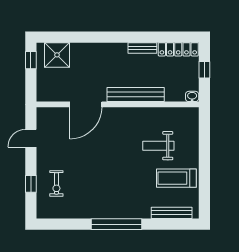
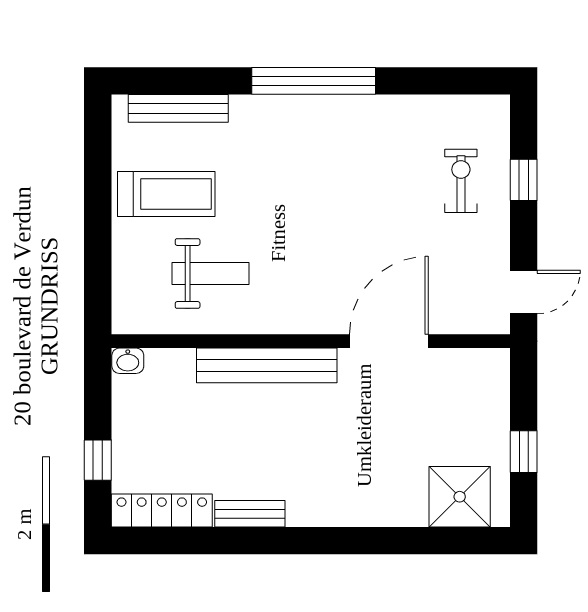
window: (31, 60) -> (524, 452), moved
bench: (136, 95) -> (267, 365), moved
washbasin: (192, 96) -> (128, 361), moved
door: (86, 104) -> (389, 341), moved
wall: (118, 104) -> (311, 341), moved

